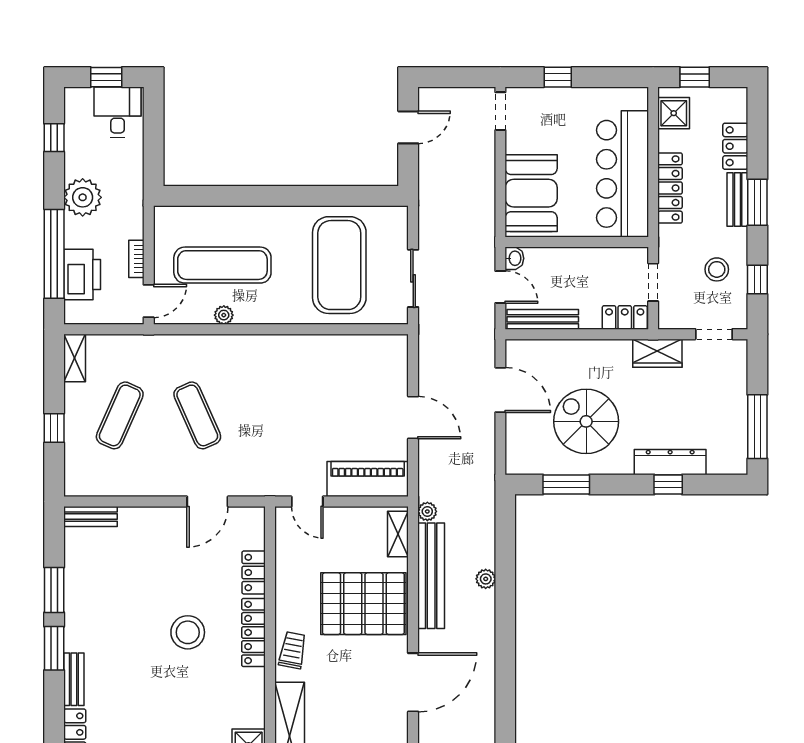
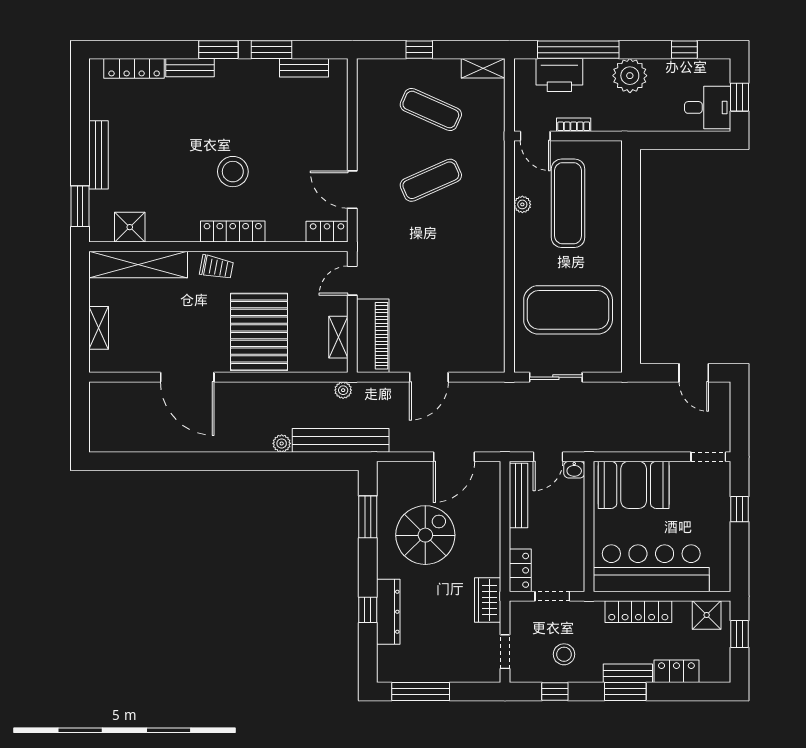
bench: (91, 517) -> (304, 68), moved, turned 90
shelving: (398, 534) -> (338, 337), moved, turned 90
locker: (254, 572) -> (327, 232), moved
bench: (431, 576) -> (341, 440), moved

